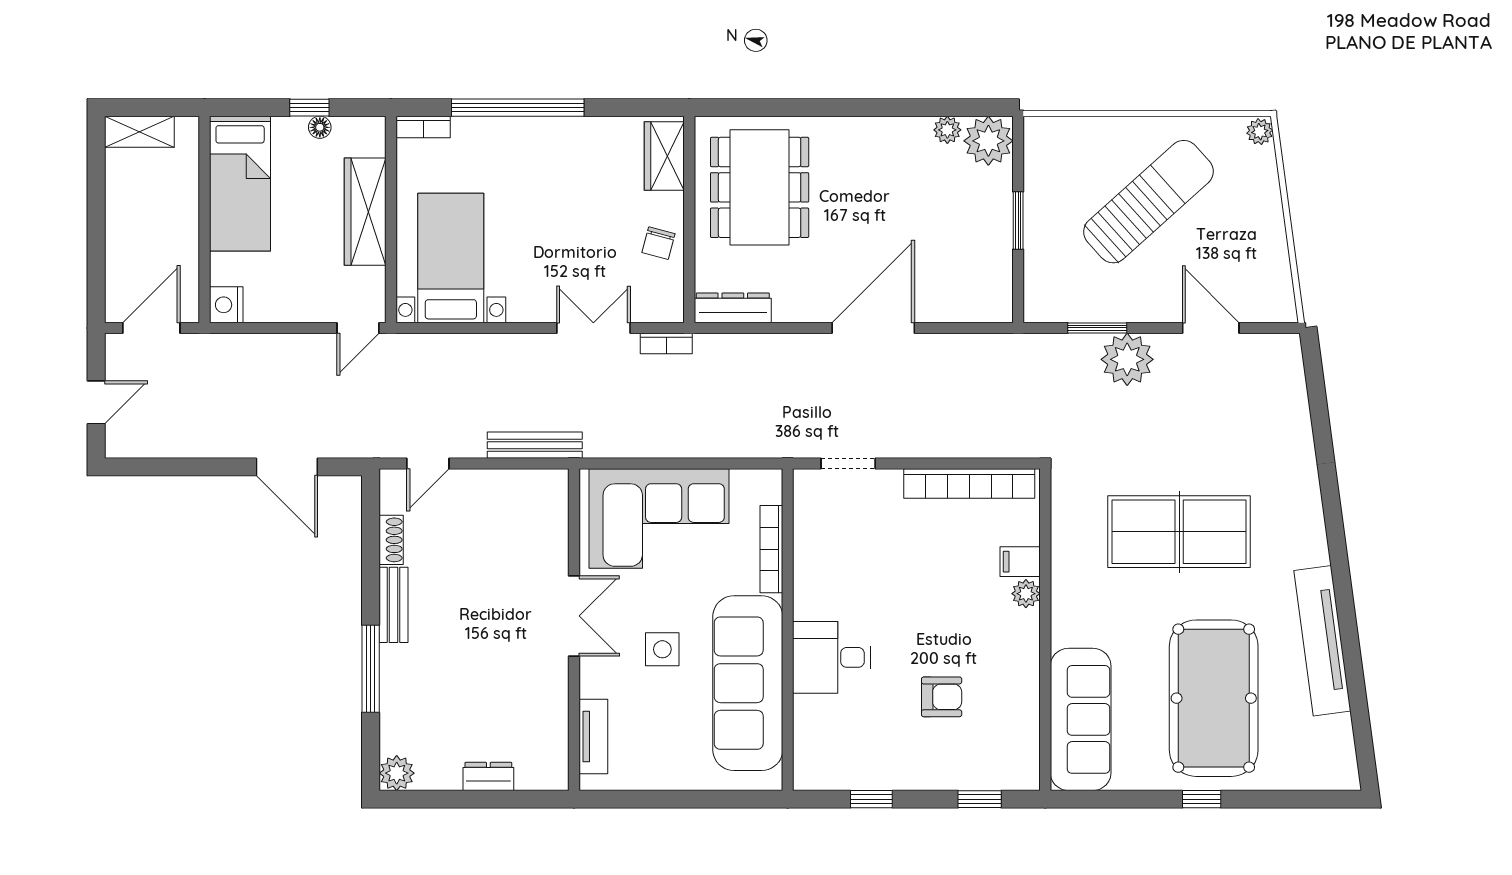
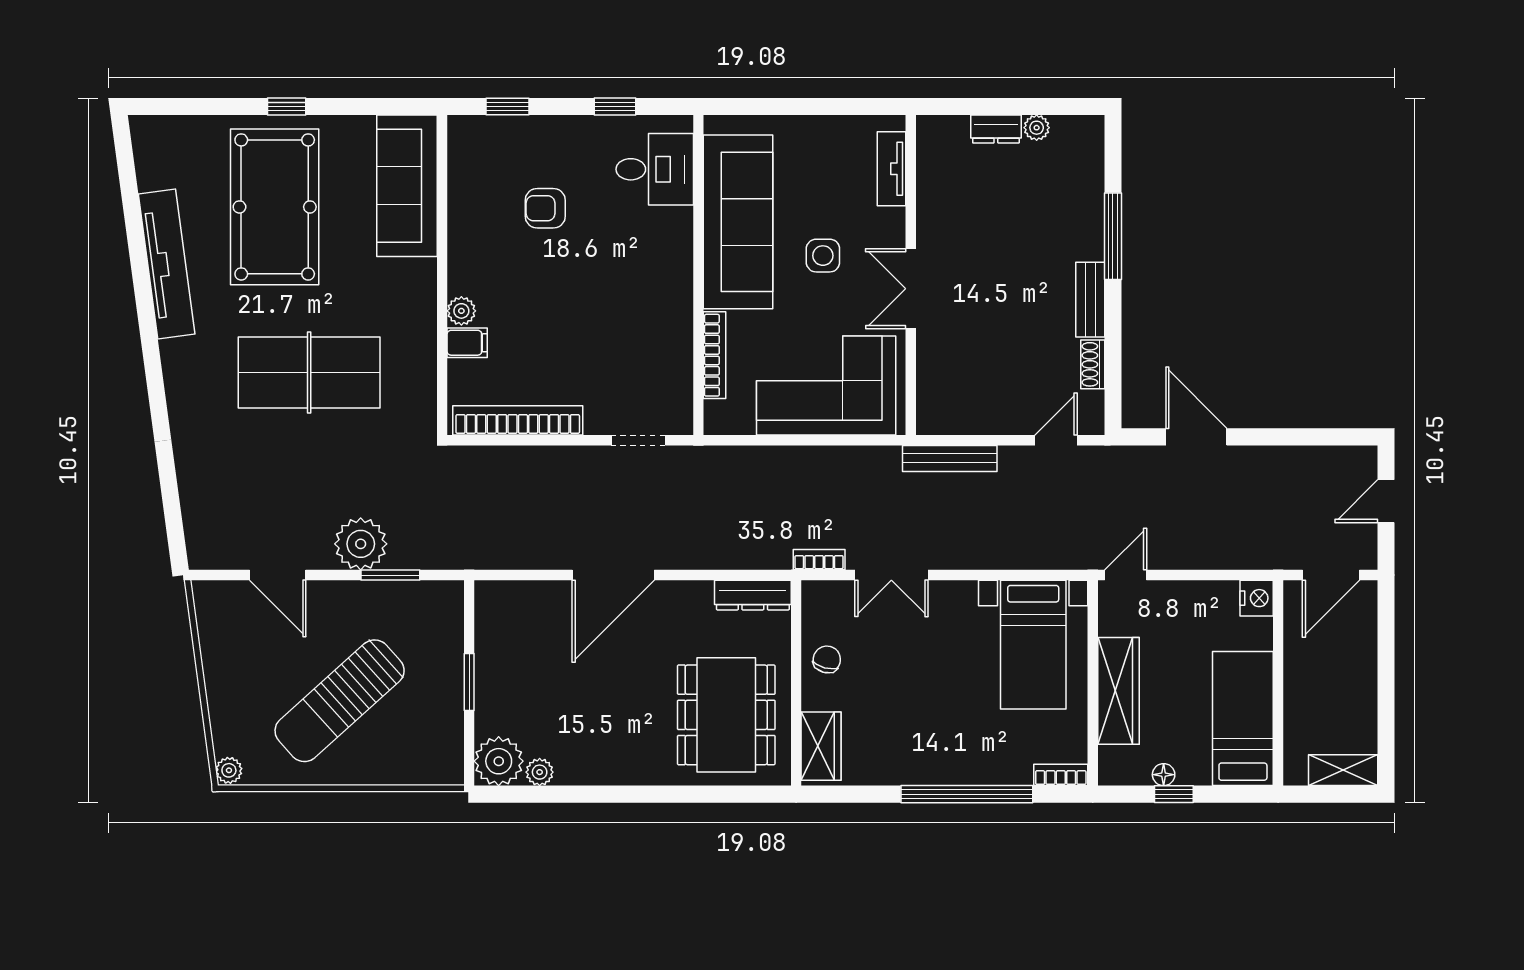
desk: (832, 657) -> (655, 169), moved
plant: (397, 773) -> (1037, 128), moved, width x0.73, depth x0.73

